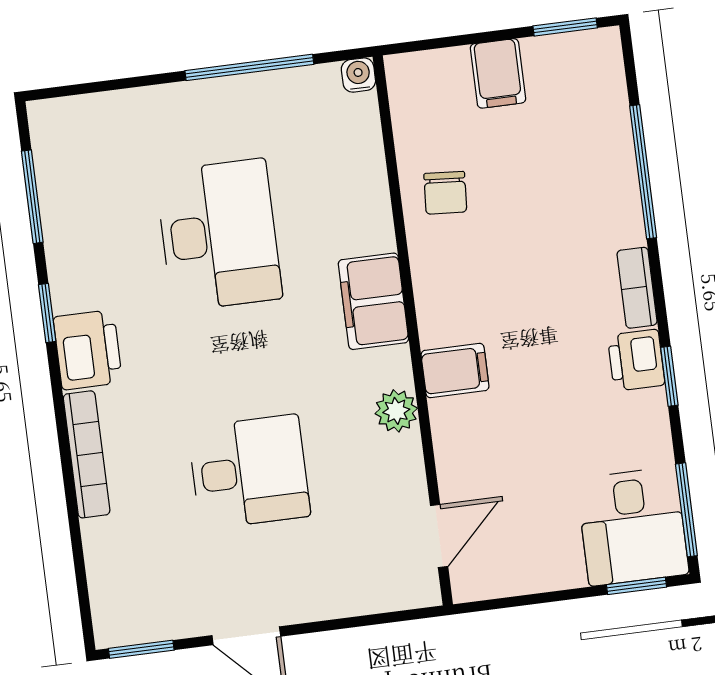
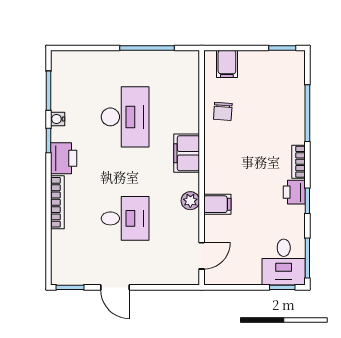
filing cabinet: (498, 73) -> (227, 64), moved
water cooler: (358, 75) -> (58, 119), moved, turned -90
filing cabinet: (455, 371) -> (217, 204), moved

